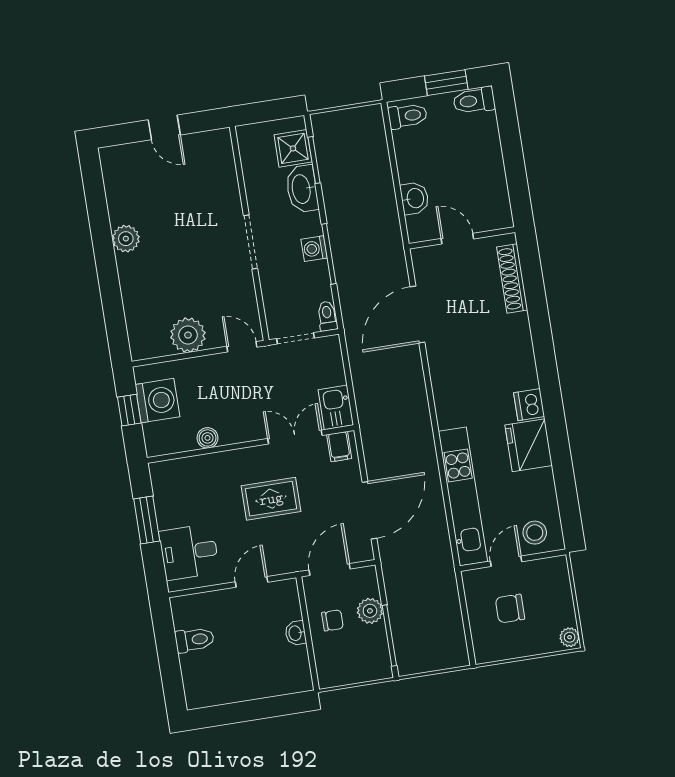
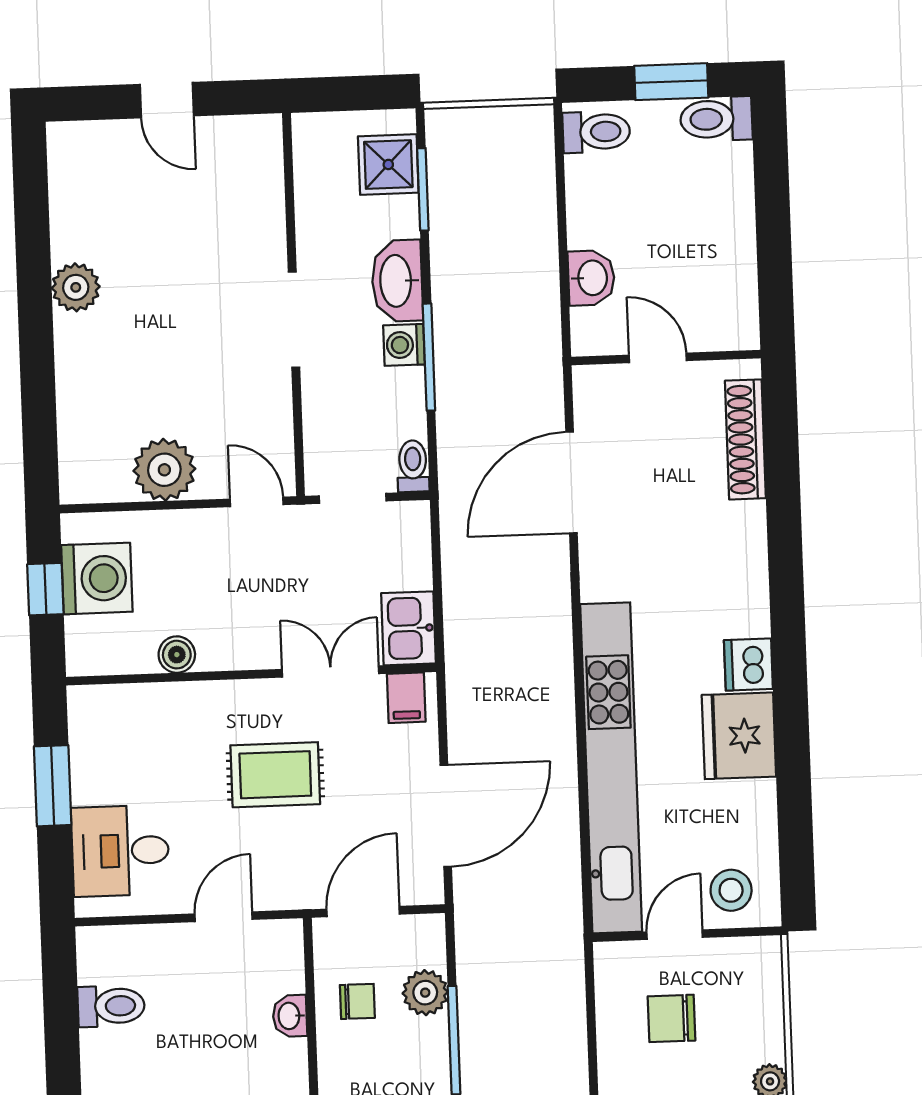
washbasin: (302, 189) -> (397, 281), moved
kitchen unit: (463, 497) -> (611, 768), width x1.36

